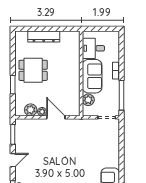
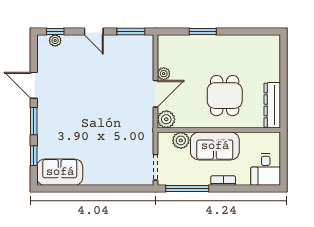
dresser: (44, 36) -> (272, 105), moved
desk: (93, 48) -> (266, 169), moved, turned 180
dining table: (33, 70) -> (225, 96), moved
plant: (31, 110) -> (166, 119), moved

